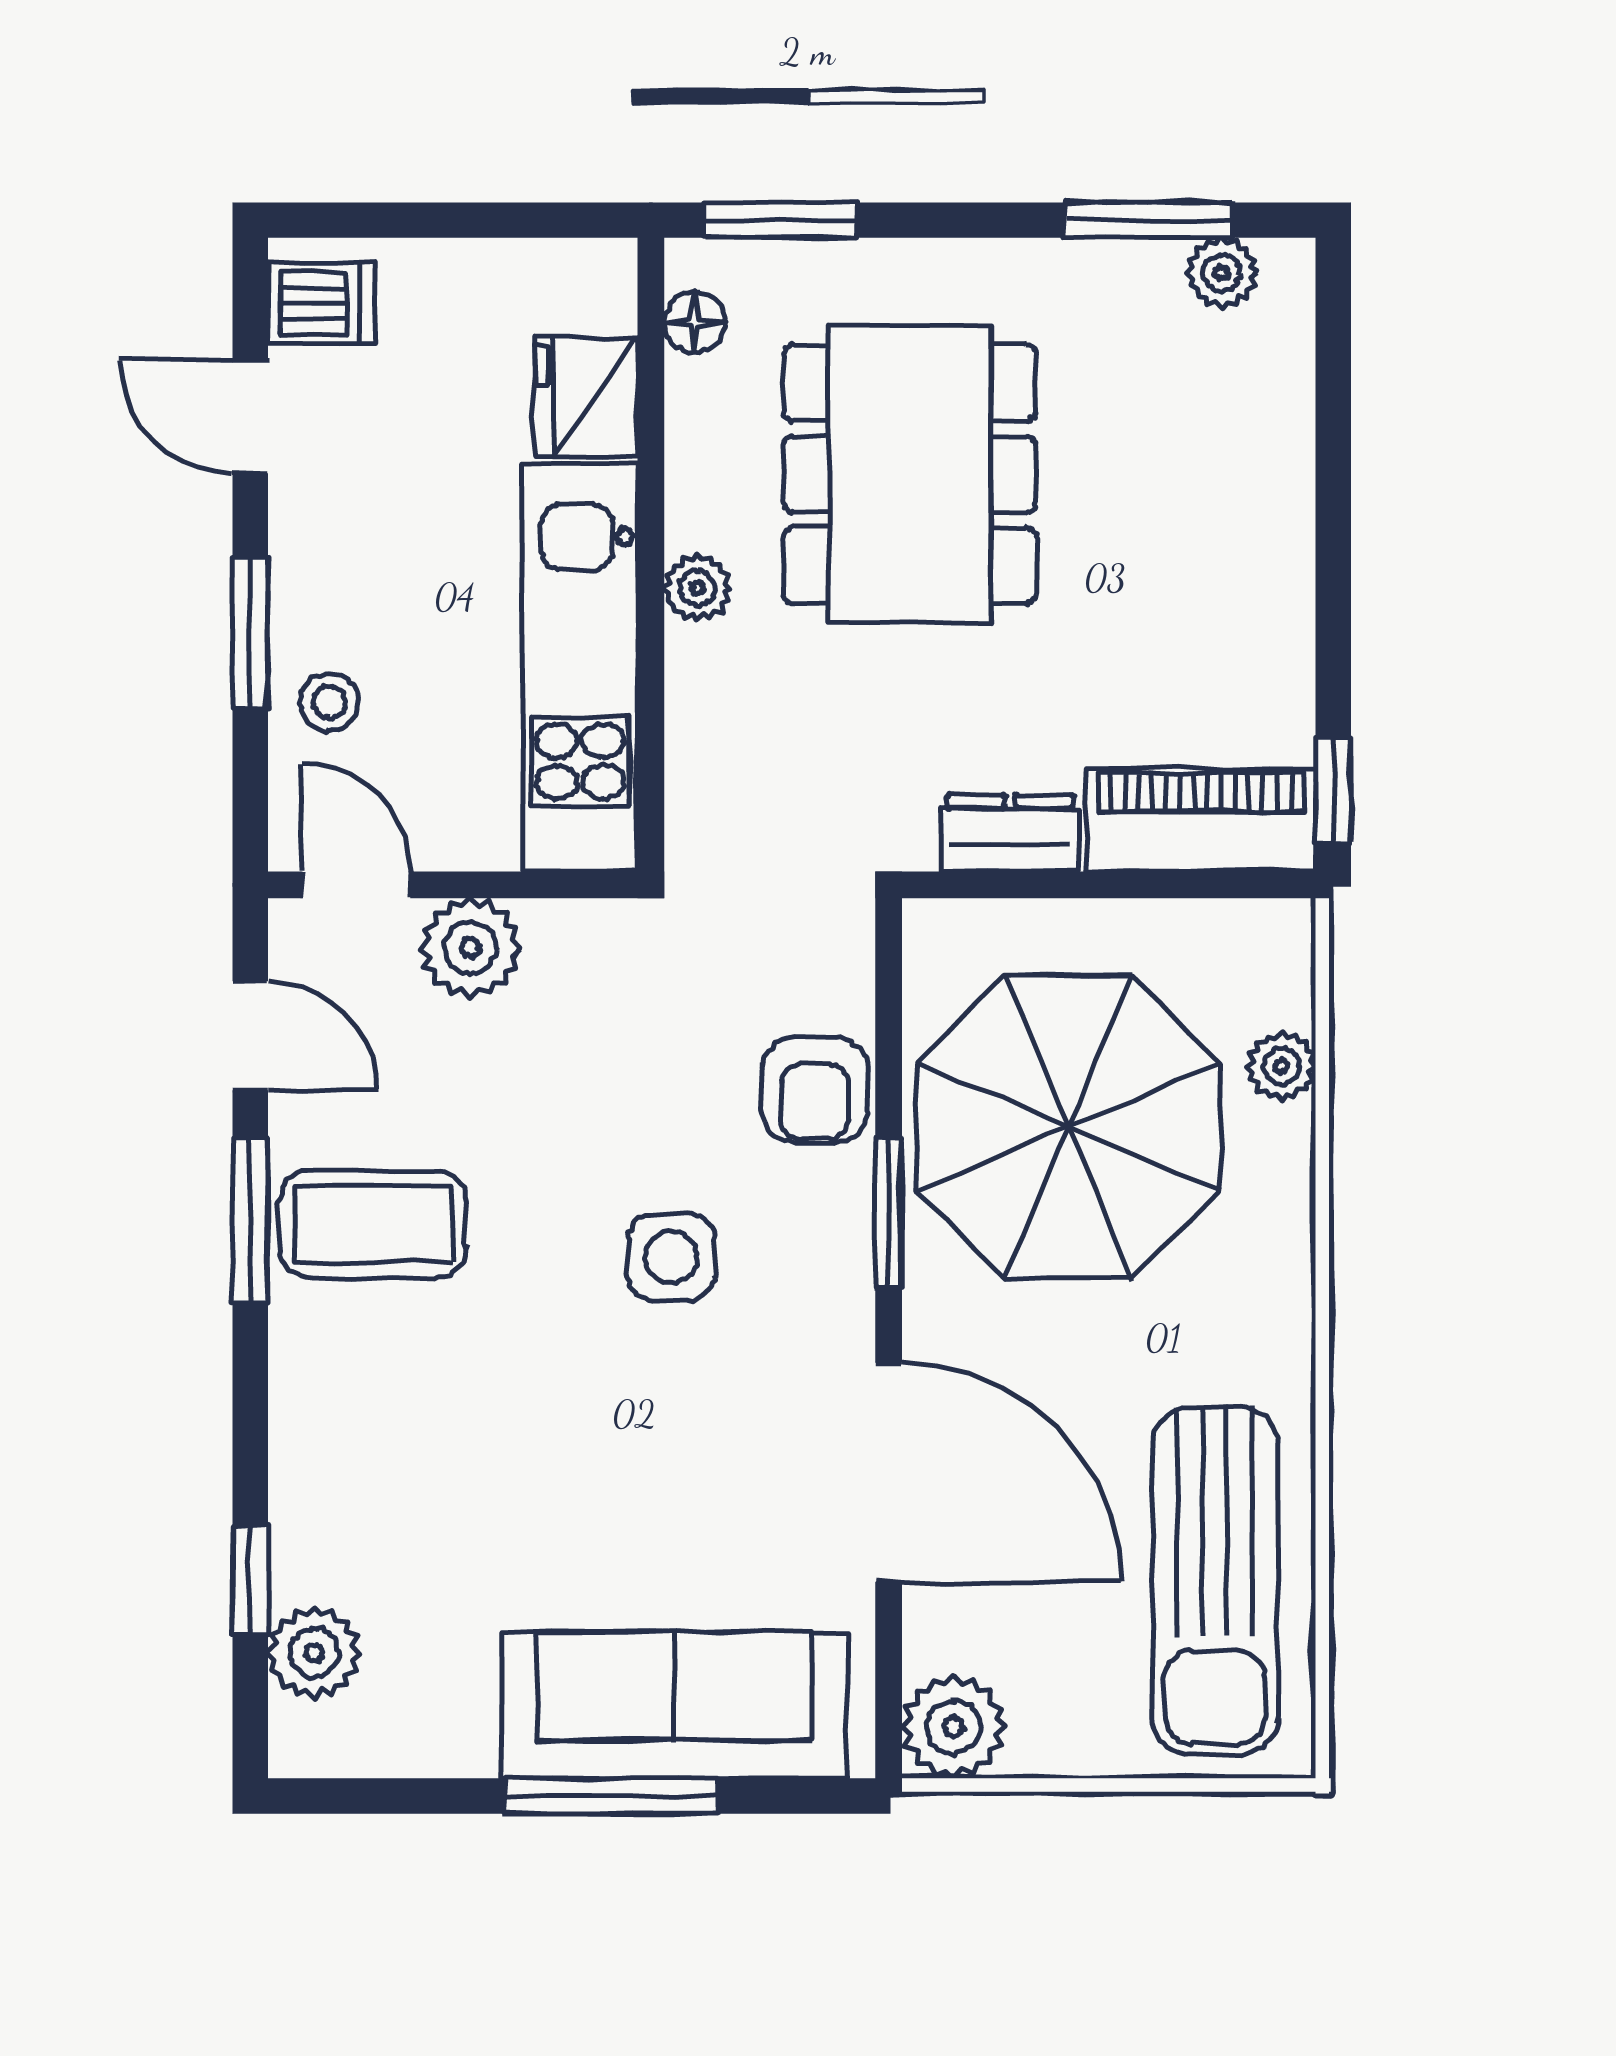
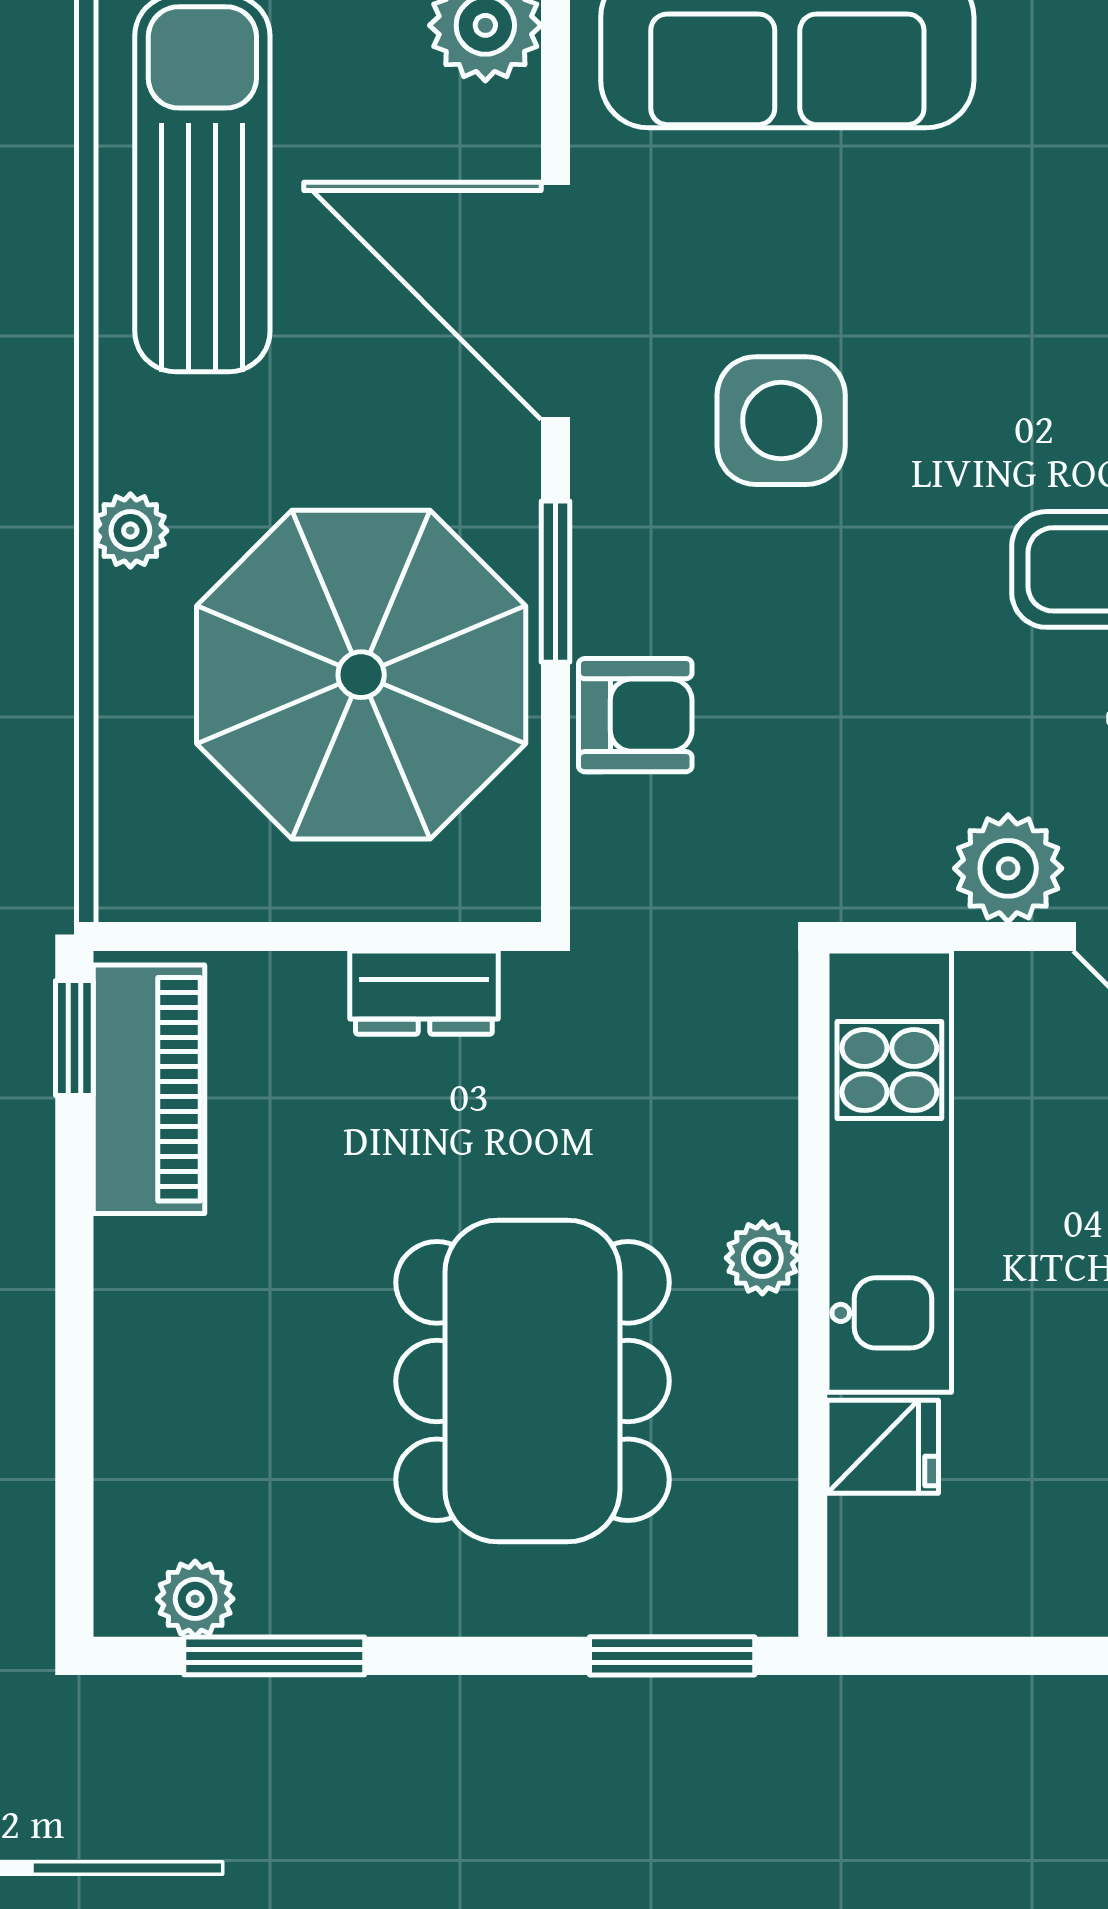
floor lamp: (695, 322) -> (766, 1545), removed
fridge: (586, 397) -> (883, 1447), width x0.72
piano: (1201, 820) -> (149, 1089), moved, turned -90
plant: (1282, 1066) -> (130, 531), moved
armchair: (815, 1089) -> (635, 715), turned 90
side table: (671, 1257) -> (781, 421), moved, width x1.37, depth x1.37

